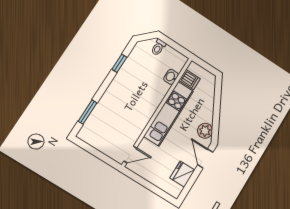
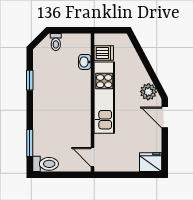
toilet: (89, 137) -> (46, 164), added
door: (130, 154) -> (93, 157), swing flipped
fridge: (182, 174) -> (151, 162), moved, turned 90

